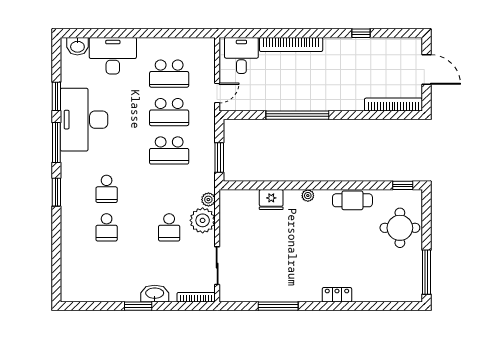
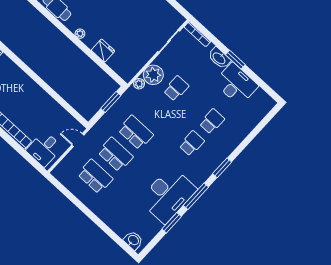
desk: (113, 56) -> (236, 84), moved, turned 180
window: (297, 115) -> (44, 85), removed

